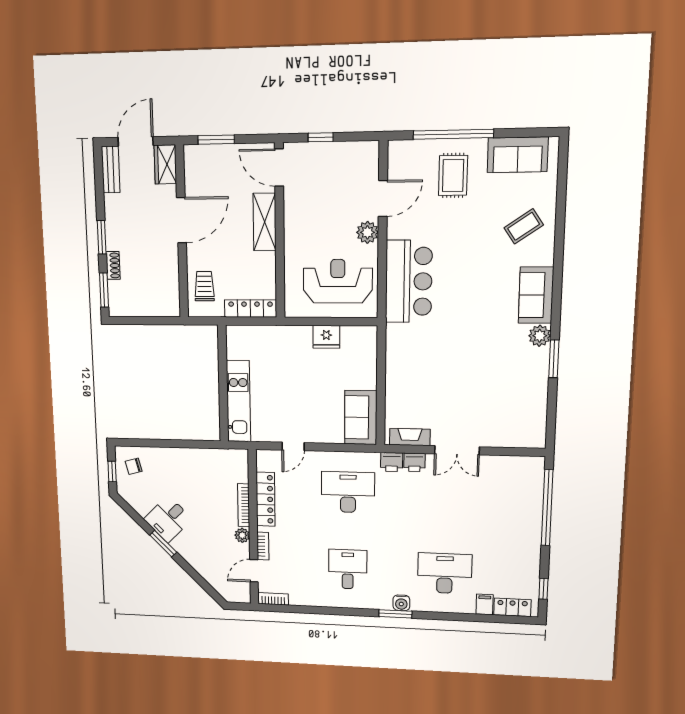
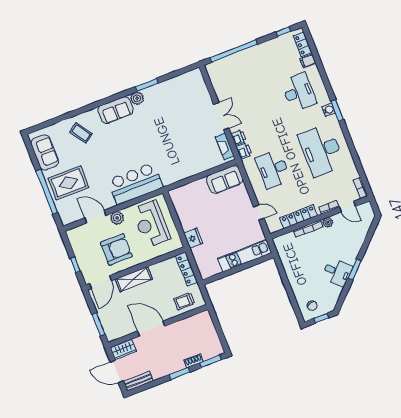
rug: (453, 175) -> (68, 183), width x1.36, depth x1.43
armchair: (320, 212) -> (116, 249), added
fridge: (326, 337) -> (193, 238), moved
desk: (348, 569) -> (321, 150), width x1.87, depth x1.30
desk: (445, 573) -> (299, 92), turned 180

